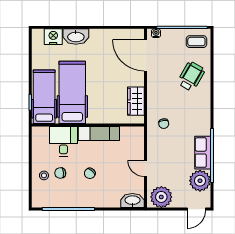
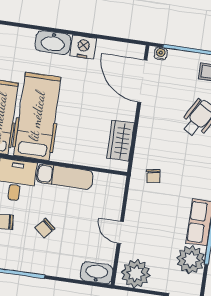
nightstand: (53, 37) -> (83, 47), moved

